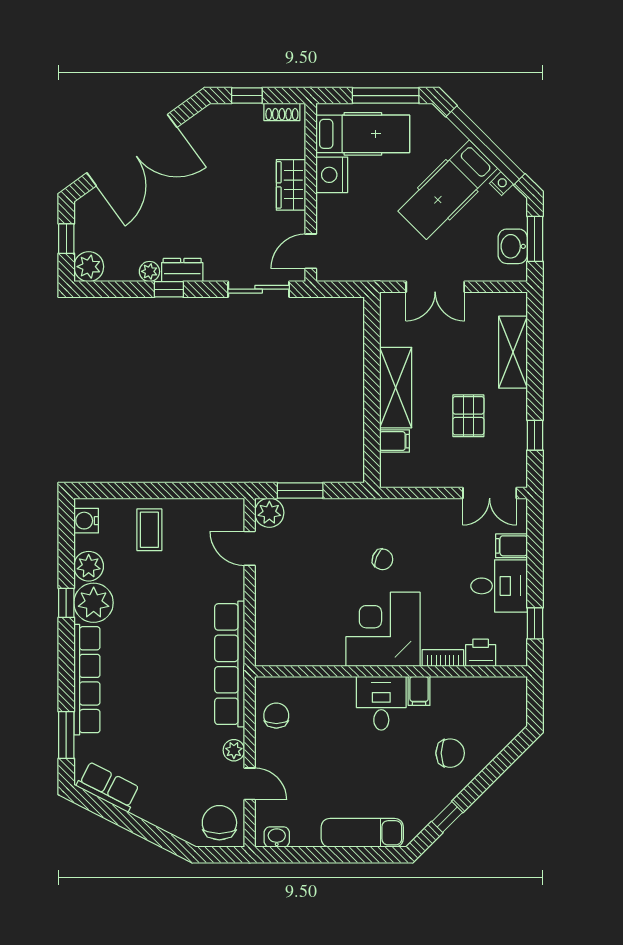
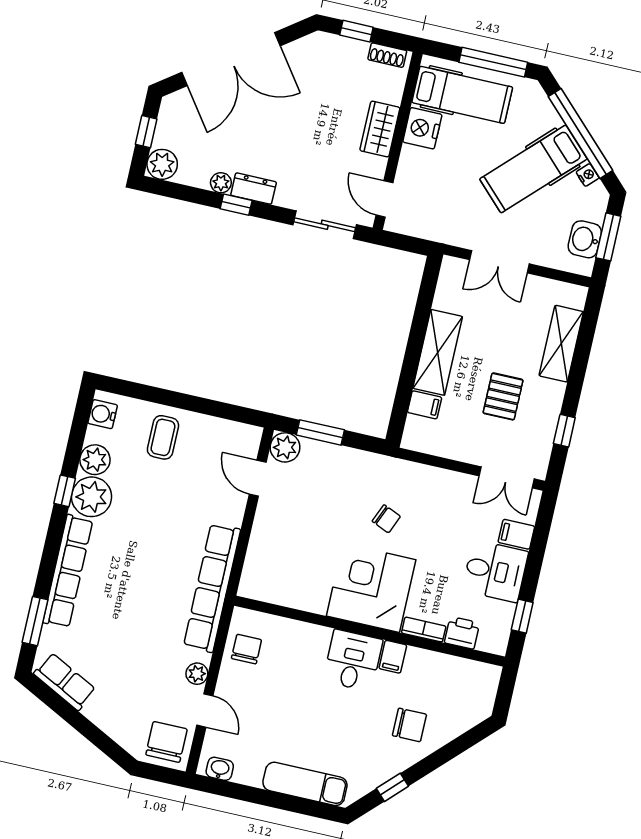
door: (311, 251) -> (384, 199), hinge flipped

